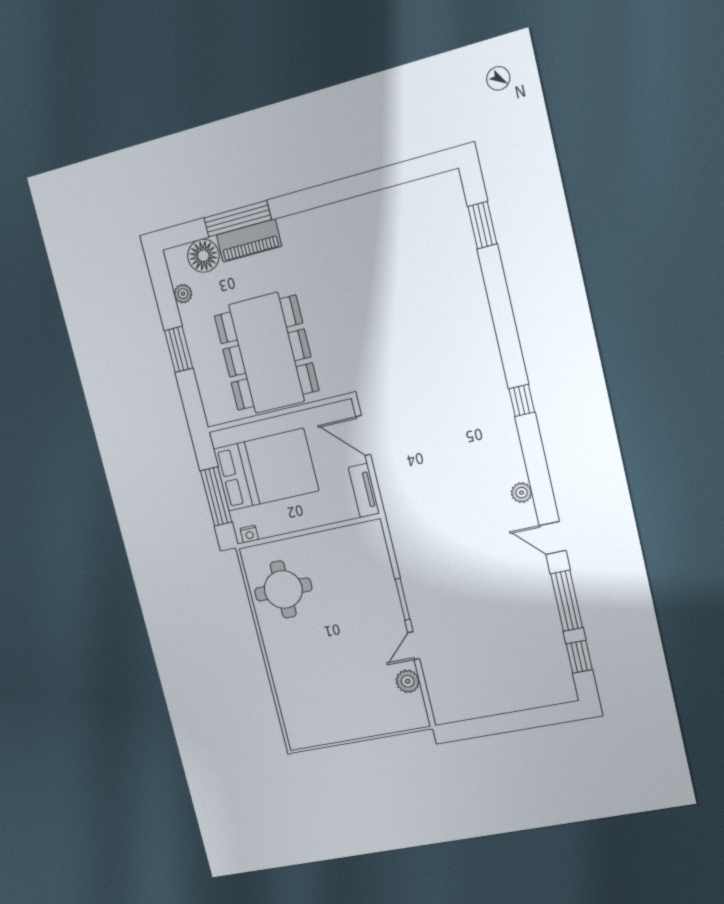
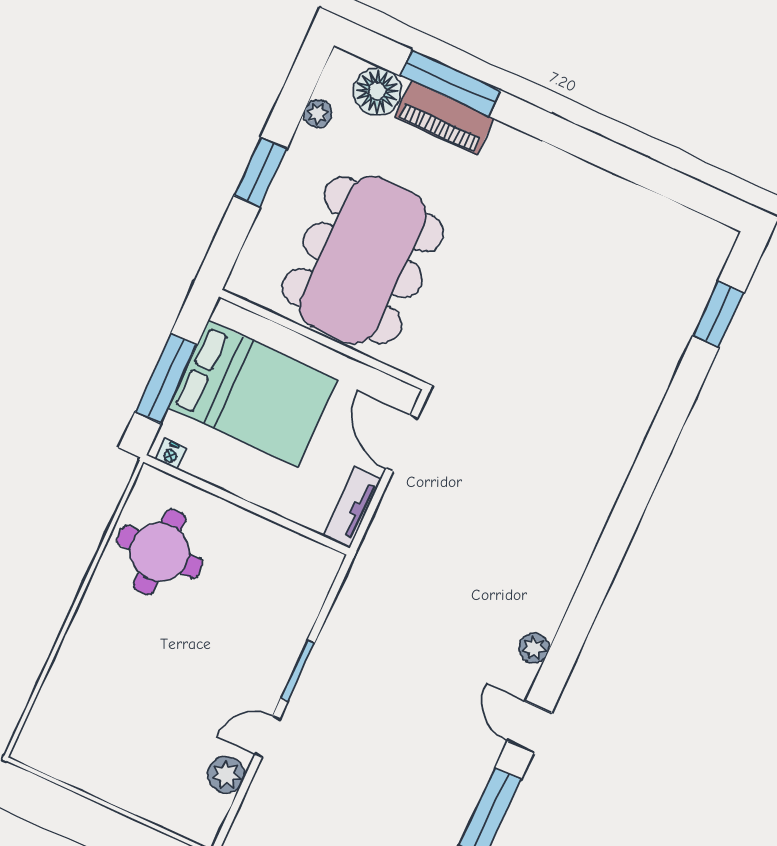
window: (522, 400) -> (614, 543), removed

